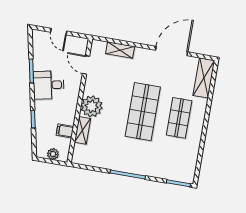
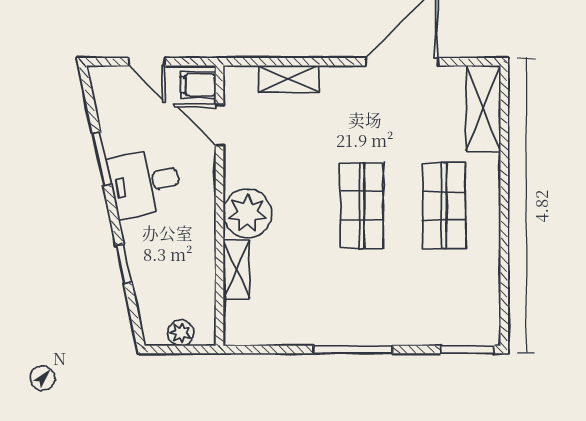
shop shelf: (143, 112) -> (362, 206), width x0.70, depth x0.74
filing cabinet: (65, 131) -> (198, 85), moved

